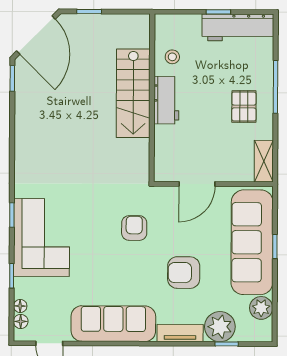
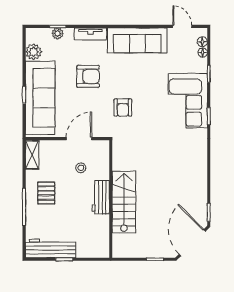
stool: (172, 57) -> (81, 168), moved
plant: (220, 327) -> (58, 34), width x0.53, depth x0.53

